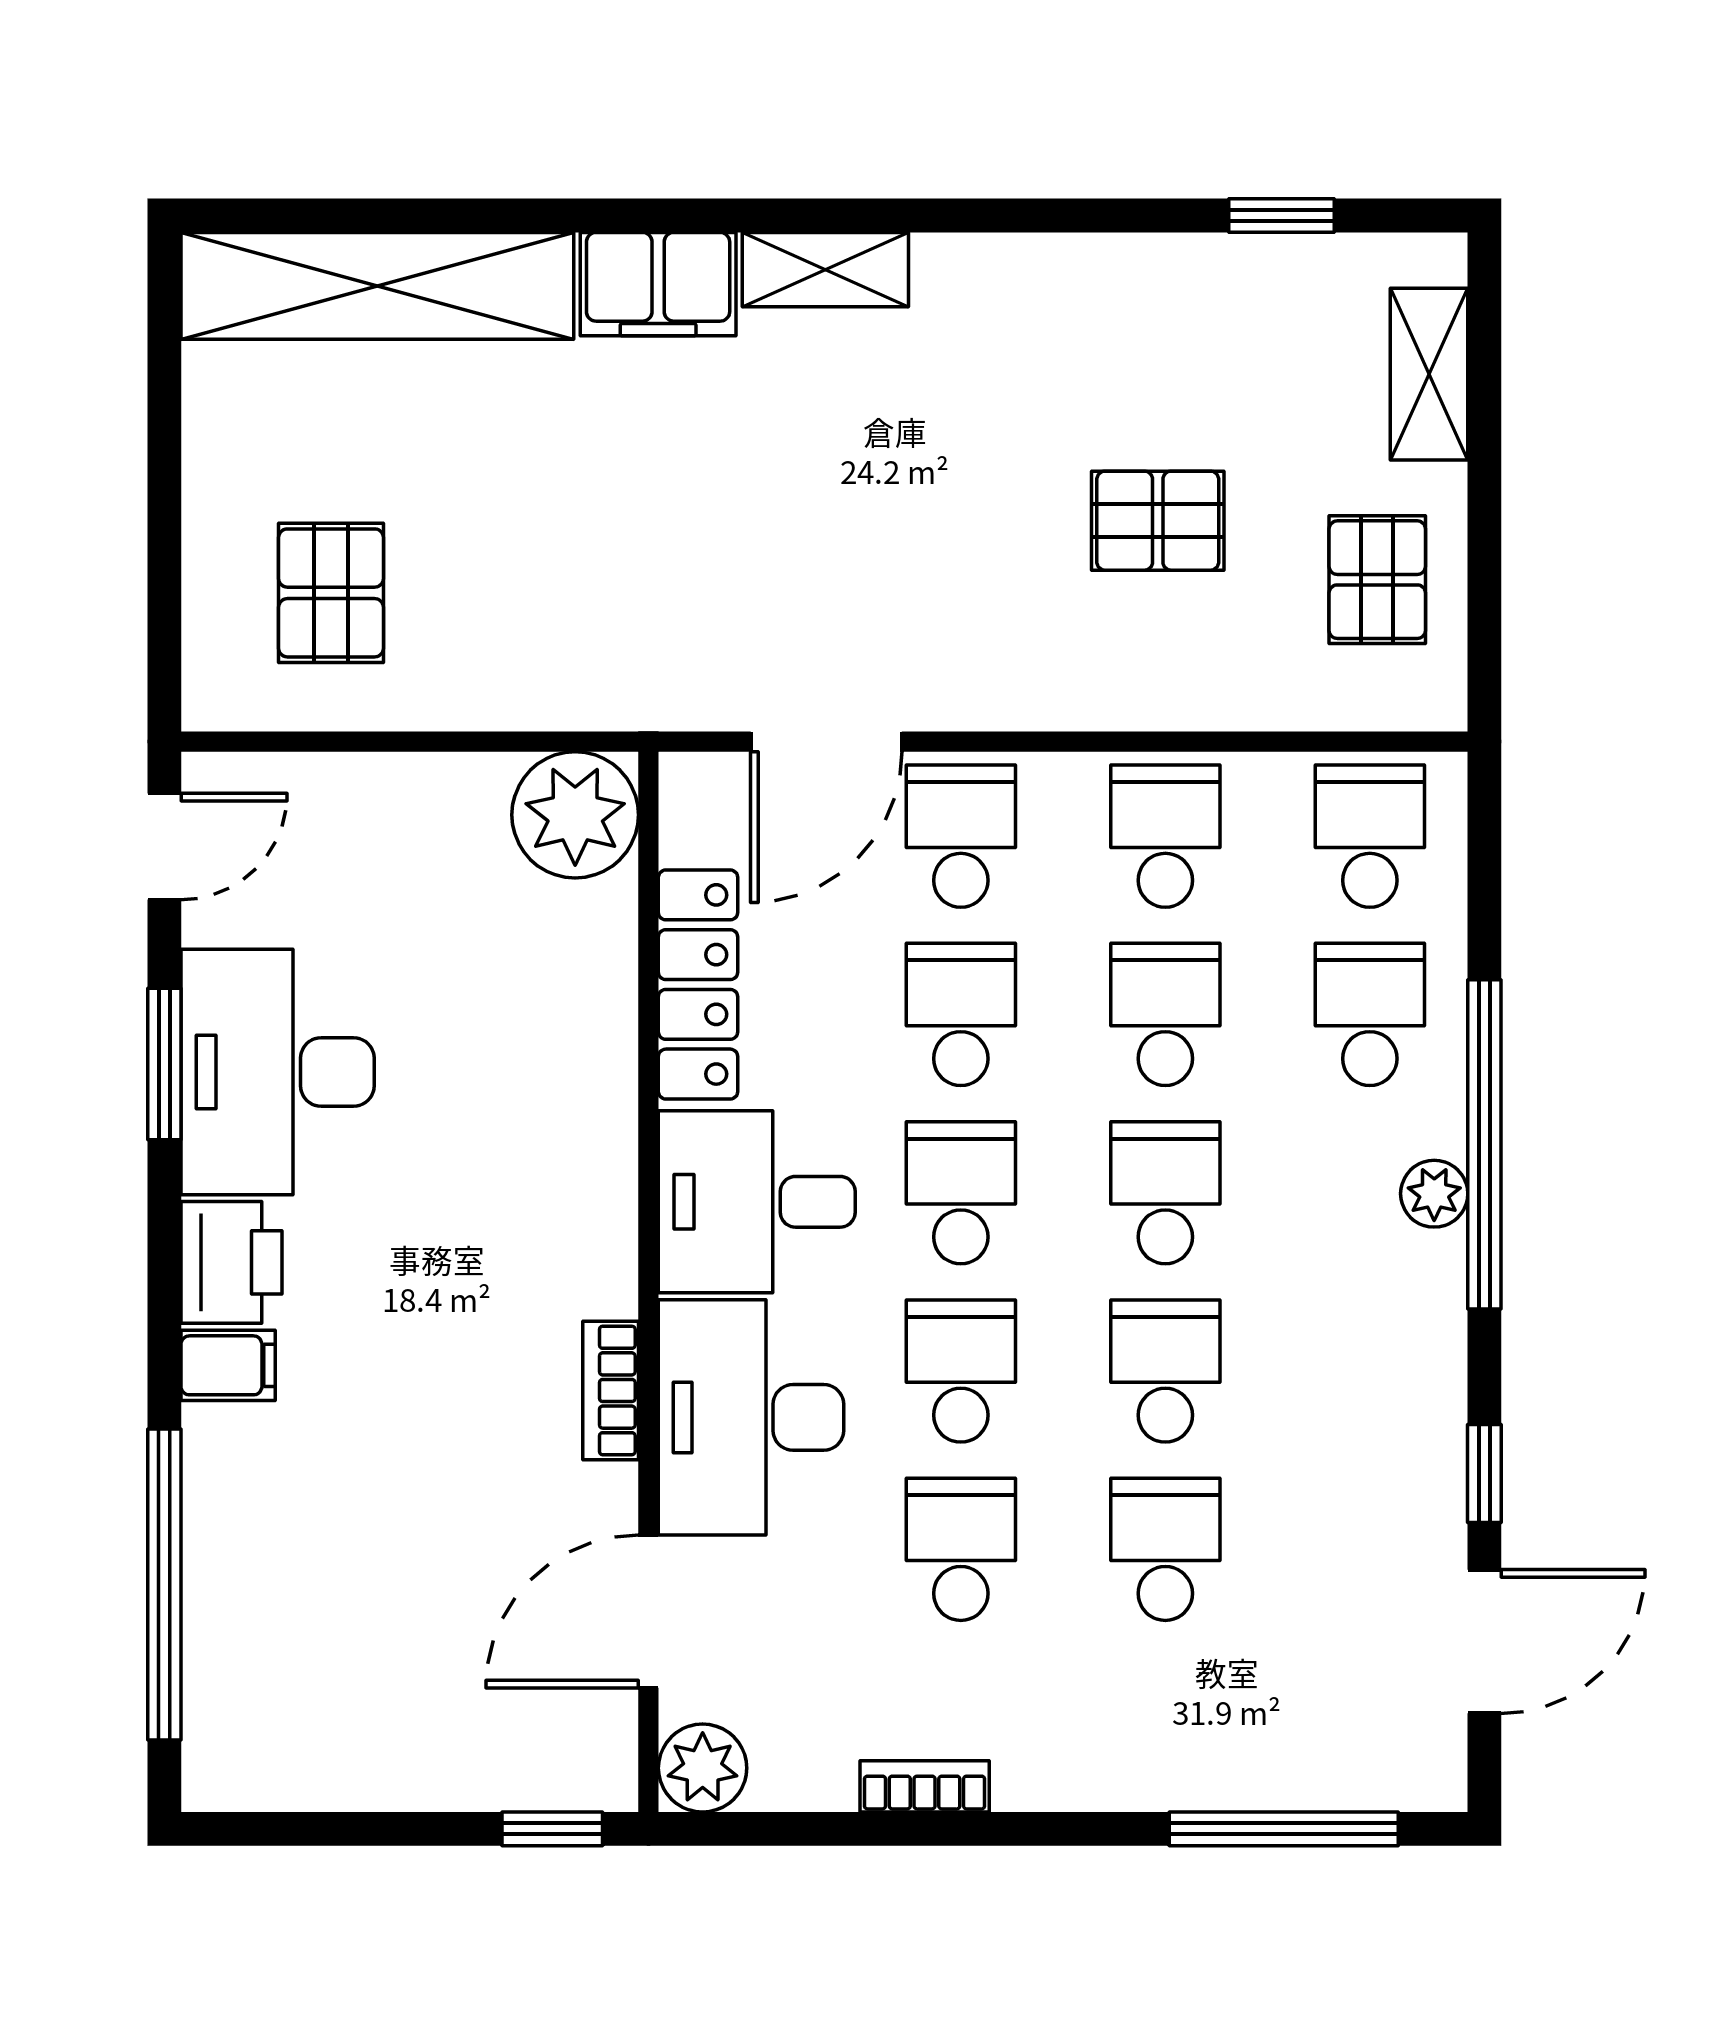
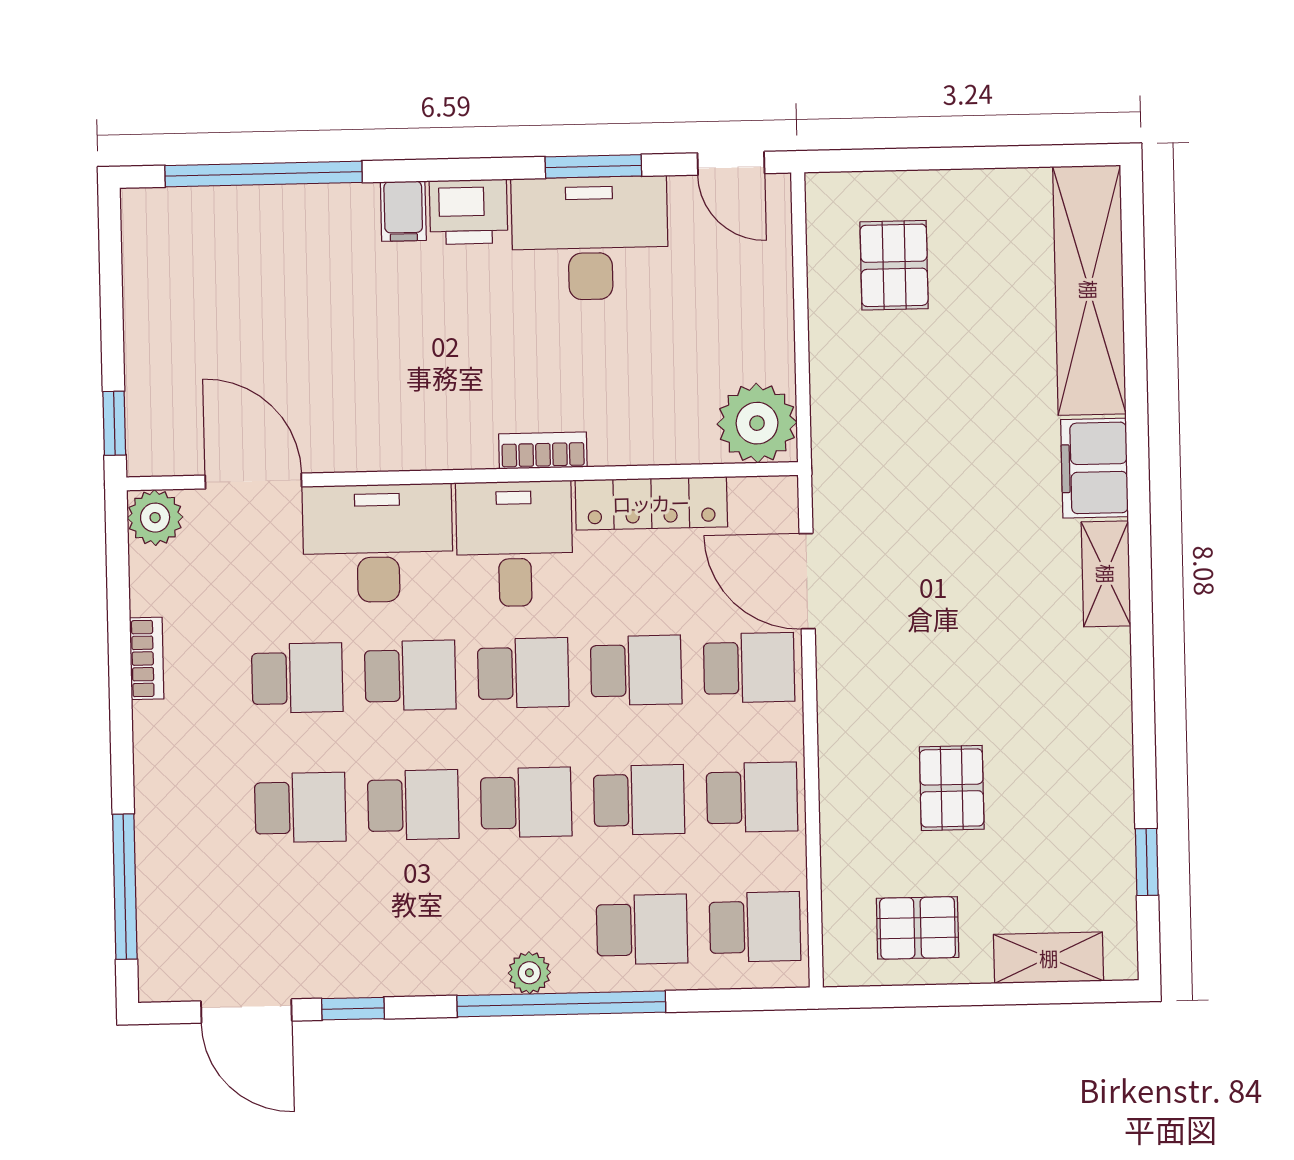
pallet: (331, 593) -> (894, 265), turned 90
bookcase: (611, 1390) -> (543, 451), moved

